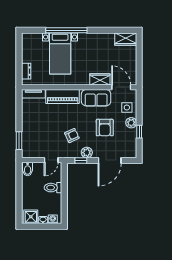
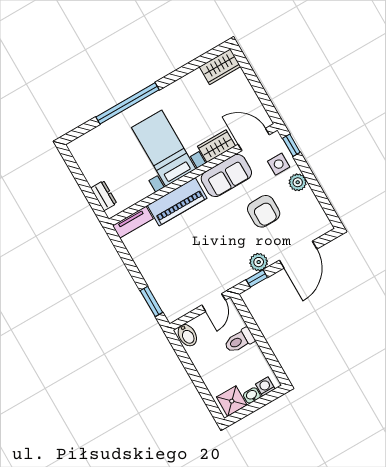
bed with nightstands: (60, 53) -> (164, 148), moved, turned 180
window: (139, 132) -> (291, 145), moved
armchair: (72, 136) -> (223, 250), removed

